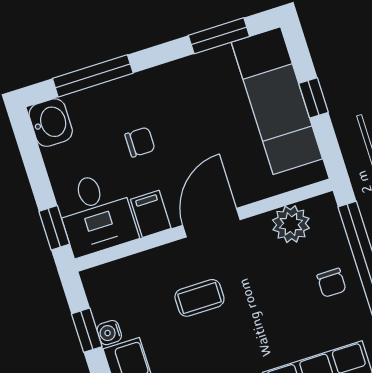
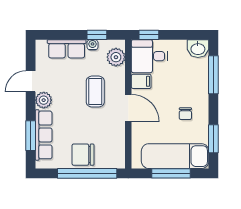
window: (314, 98) -> (171, 173), width x2.17
chair: (140, 142) -> (185, 114), moved
plant: (291, 224) -> (116, 57), moved
chair: (332, 283) -> (83, 155), width x1.87, depth x1.87
coffee table: (199, 298) -> (95, 92), width x1.36, depth x1.30

